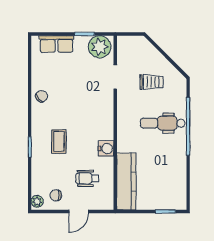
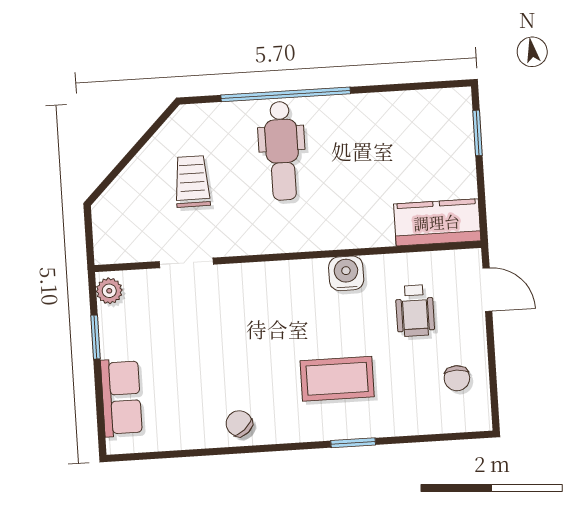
plant: (100, 47) -> (109, 291), width x0.53, depth x0.53
coffee table: (59, 141) -> (337, 379), width x1.36, depth x1.30
kitchen counter: (126, 181) -> (437, 222), width x0.67
plant: (37, 201) -> (473, 418), removed
door: (79, 212) -> (487, 290), moved

